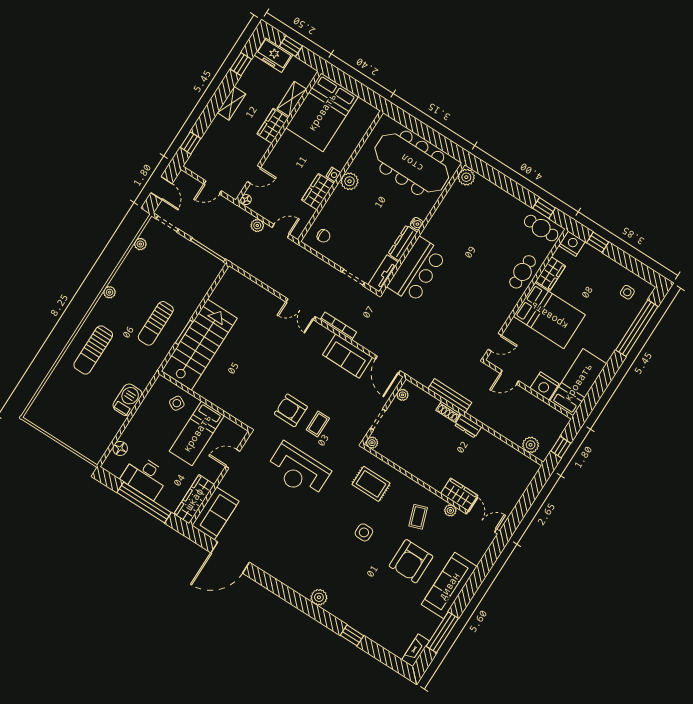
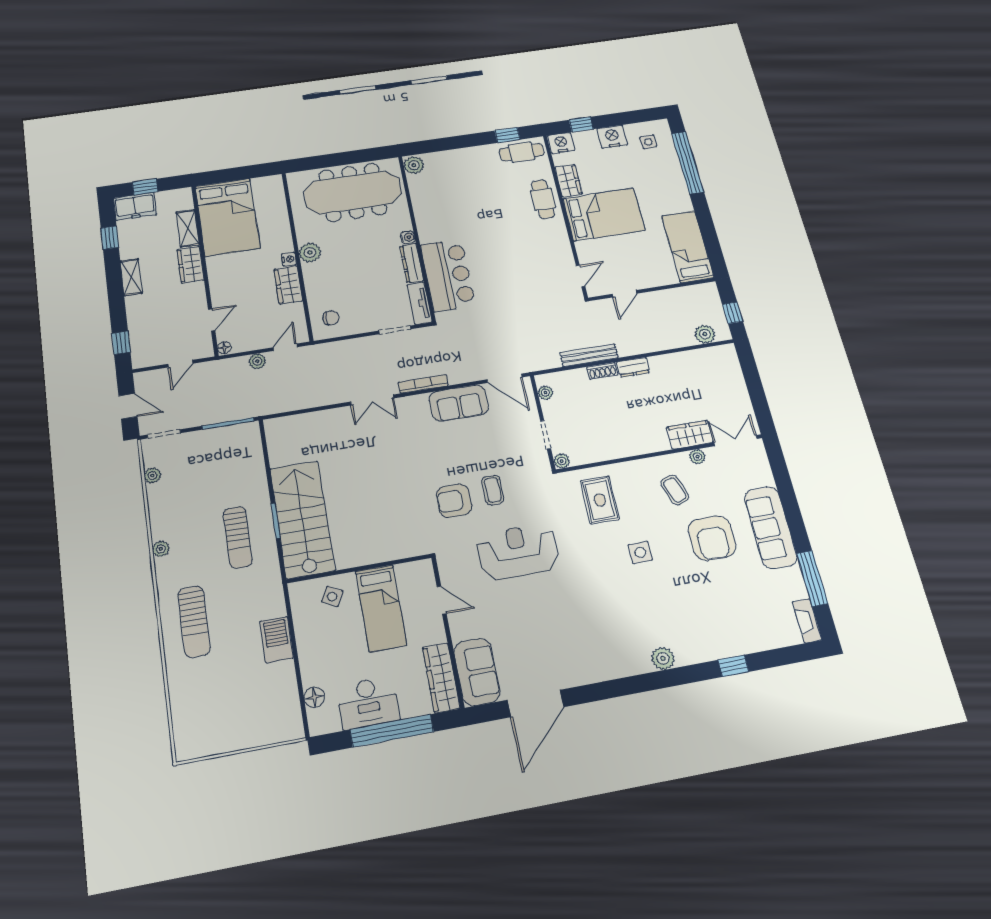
nightstand: (545, 386) -> (612, 137), moved, turned 180
door: (233, 459) -> (442, 600), swing flipped
reception desk: (298, 471) -> (518, 552), turned 180
rug: (371, 484) -> (600, 500), turned 90

